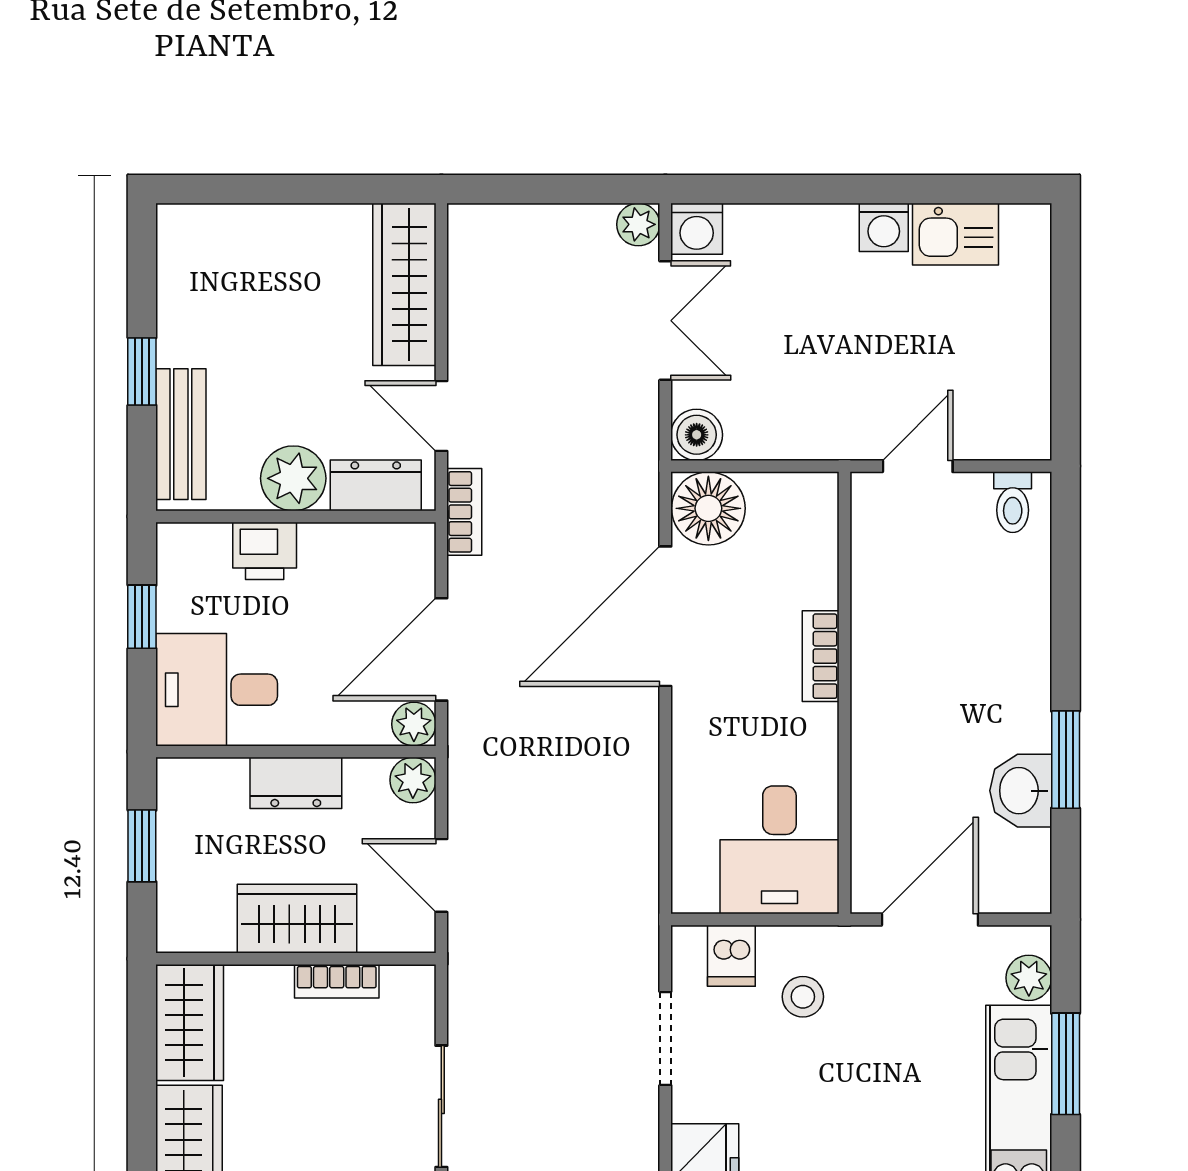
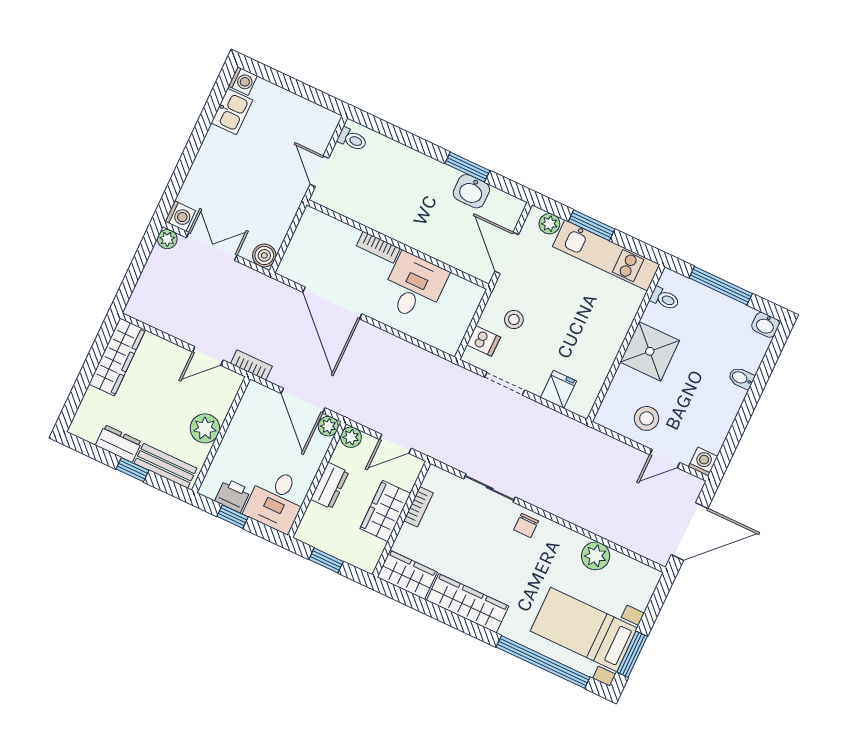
washing machine: (884, 227) -> (243, 81), moved
wardrobe: (404, 284) -> (117, 357), moved, turned -90
dresser: (376, 485) -> (118, 444), moved, turned 90
floor lamp: (708, 508) -> (297, 265), removed
printer: (265, 551) -> (233, 495), moved, turned -90
desk: (779, 850) -> (414, 287), moved, turned -90

